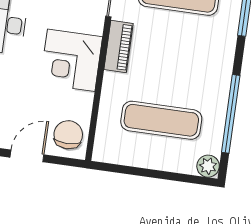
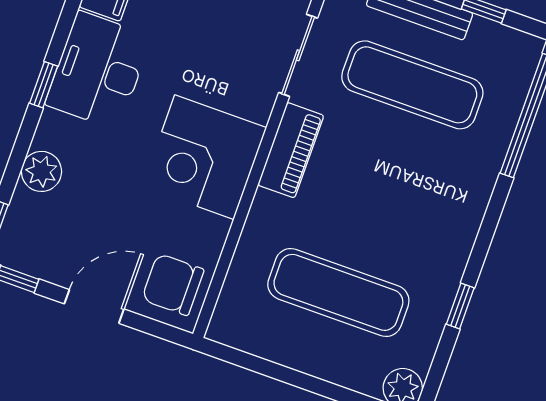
window: (231, 114) -> (460, 306), width x0.32
chair: (68, 135) -> (173, 285), turned -90

